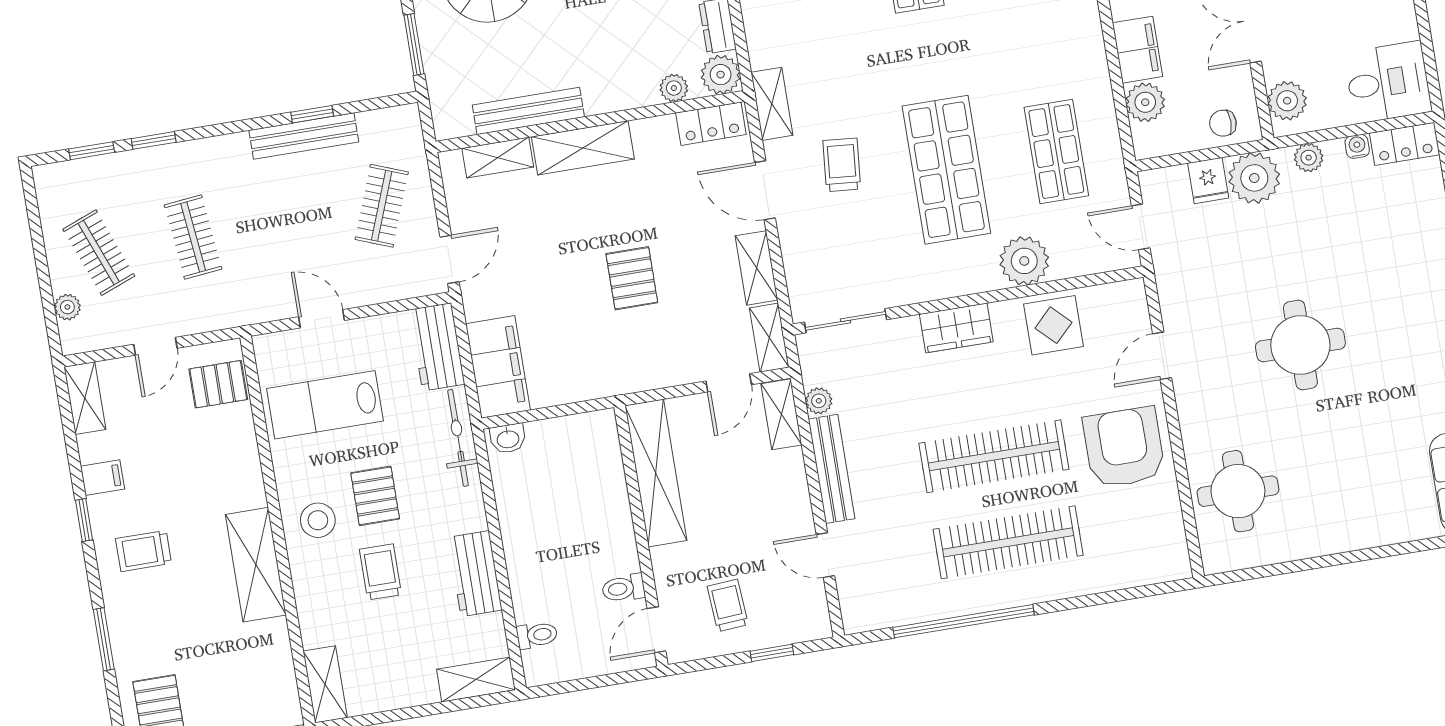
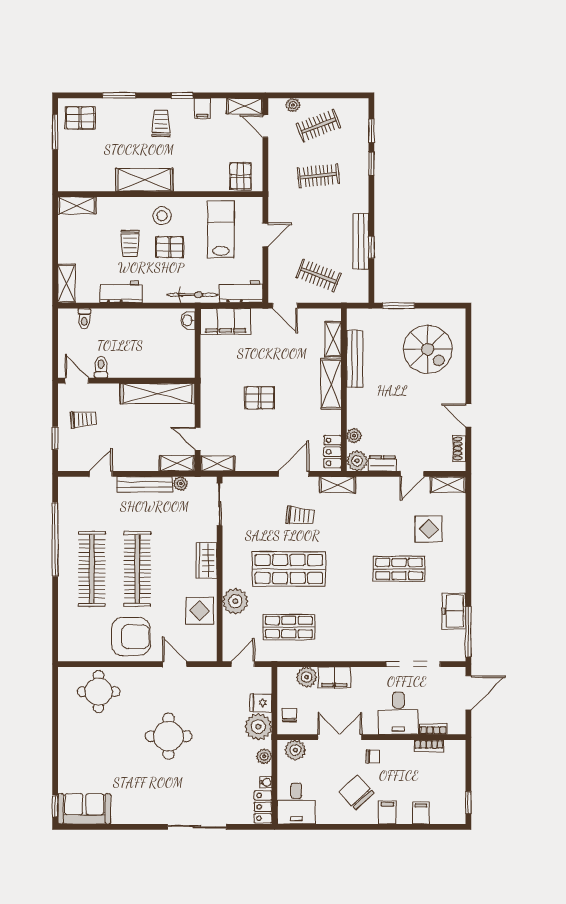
shelving: (756, 268) -> (254, 463), removed
door: (155, 346) -> (265, 126), moved
trolley: (381, 572) -> (130, 244), turned 90

